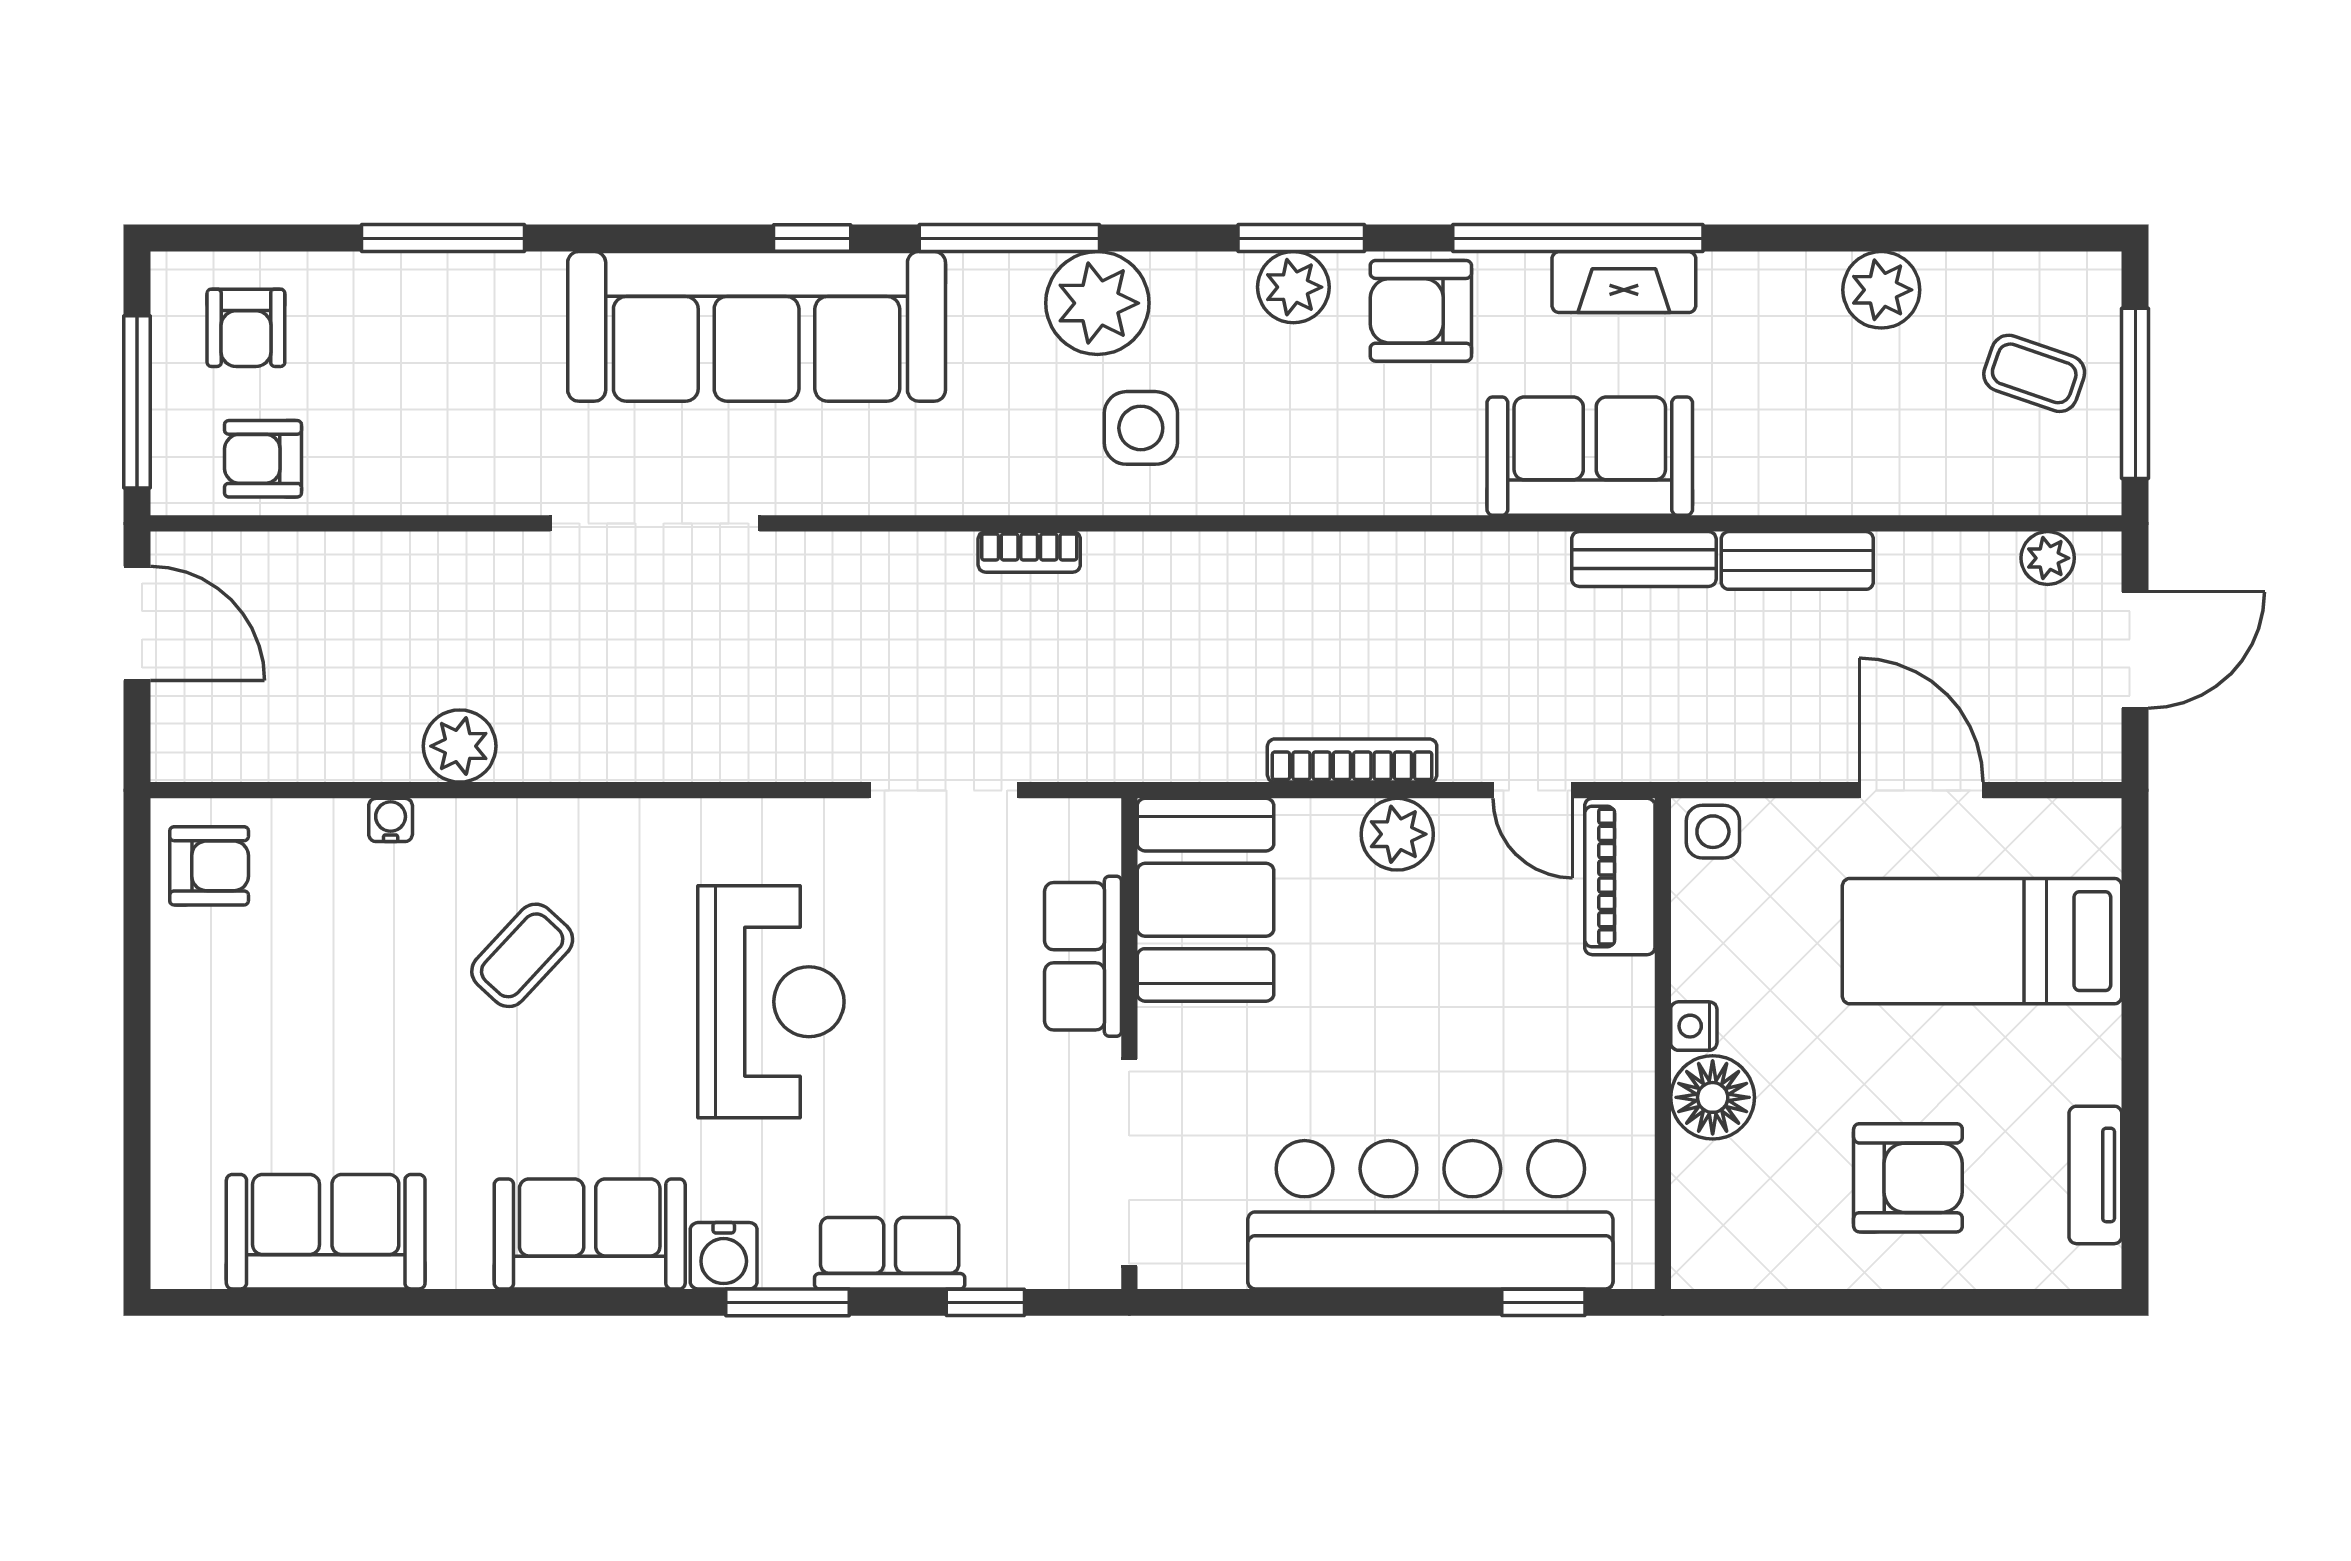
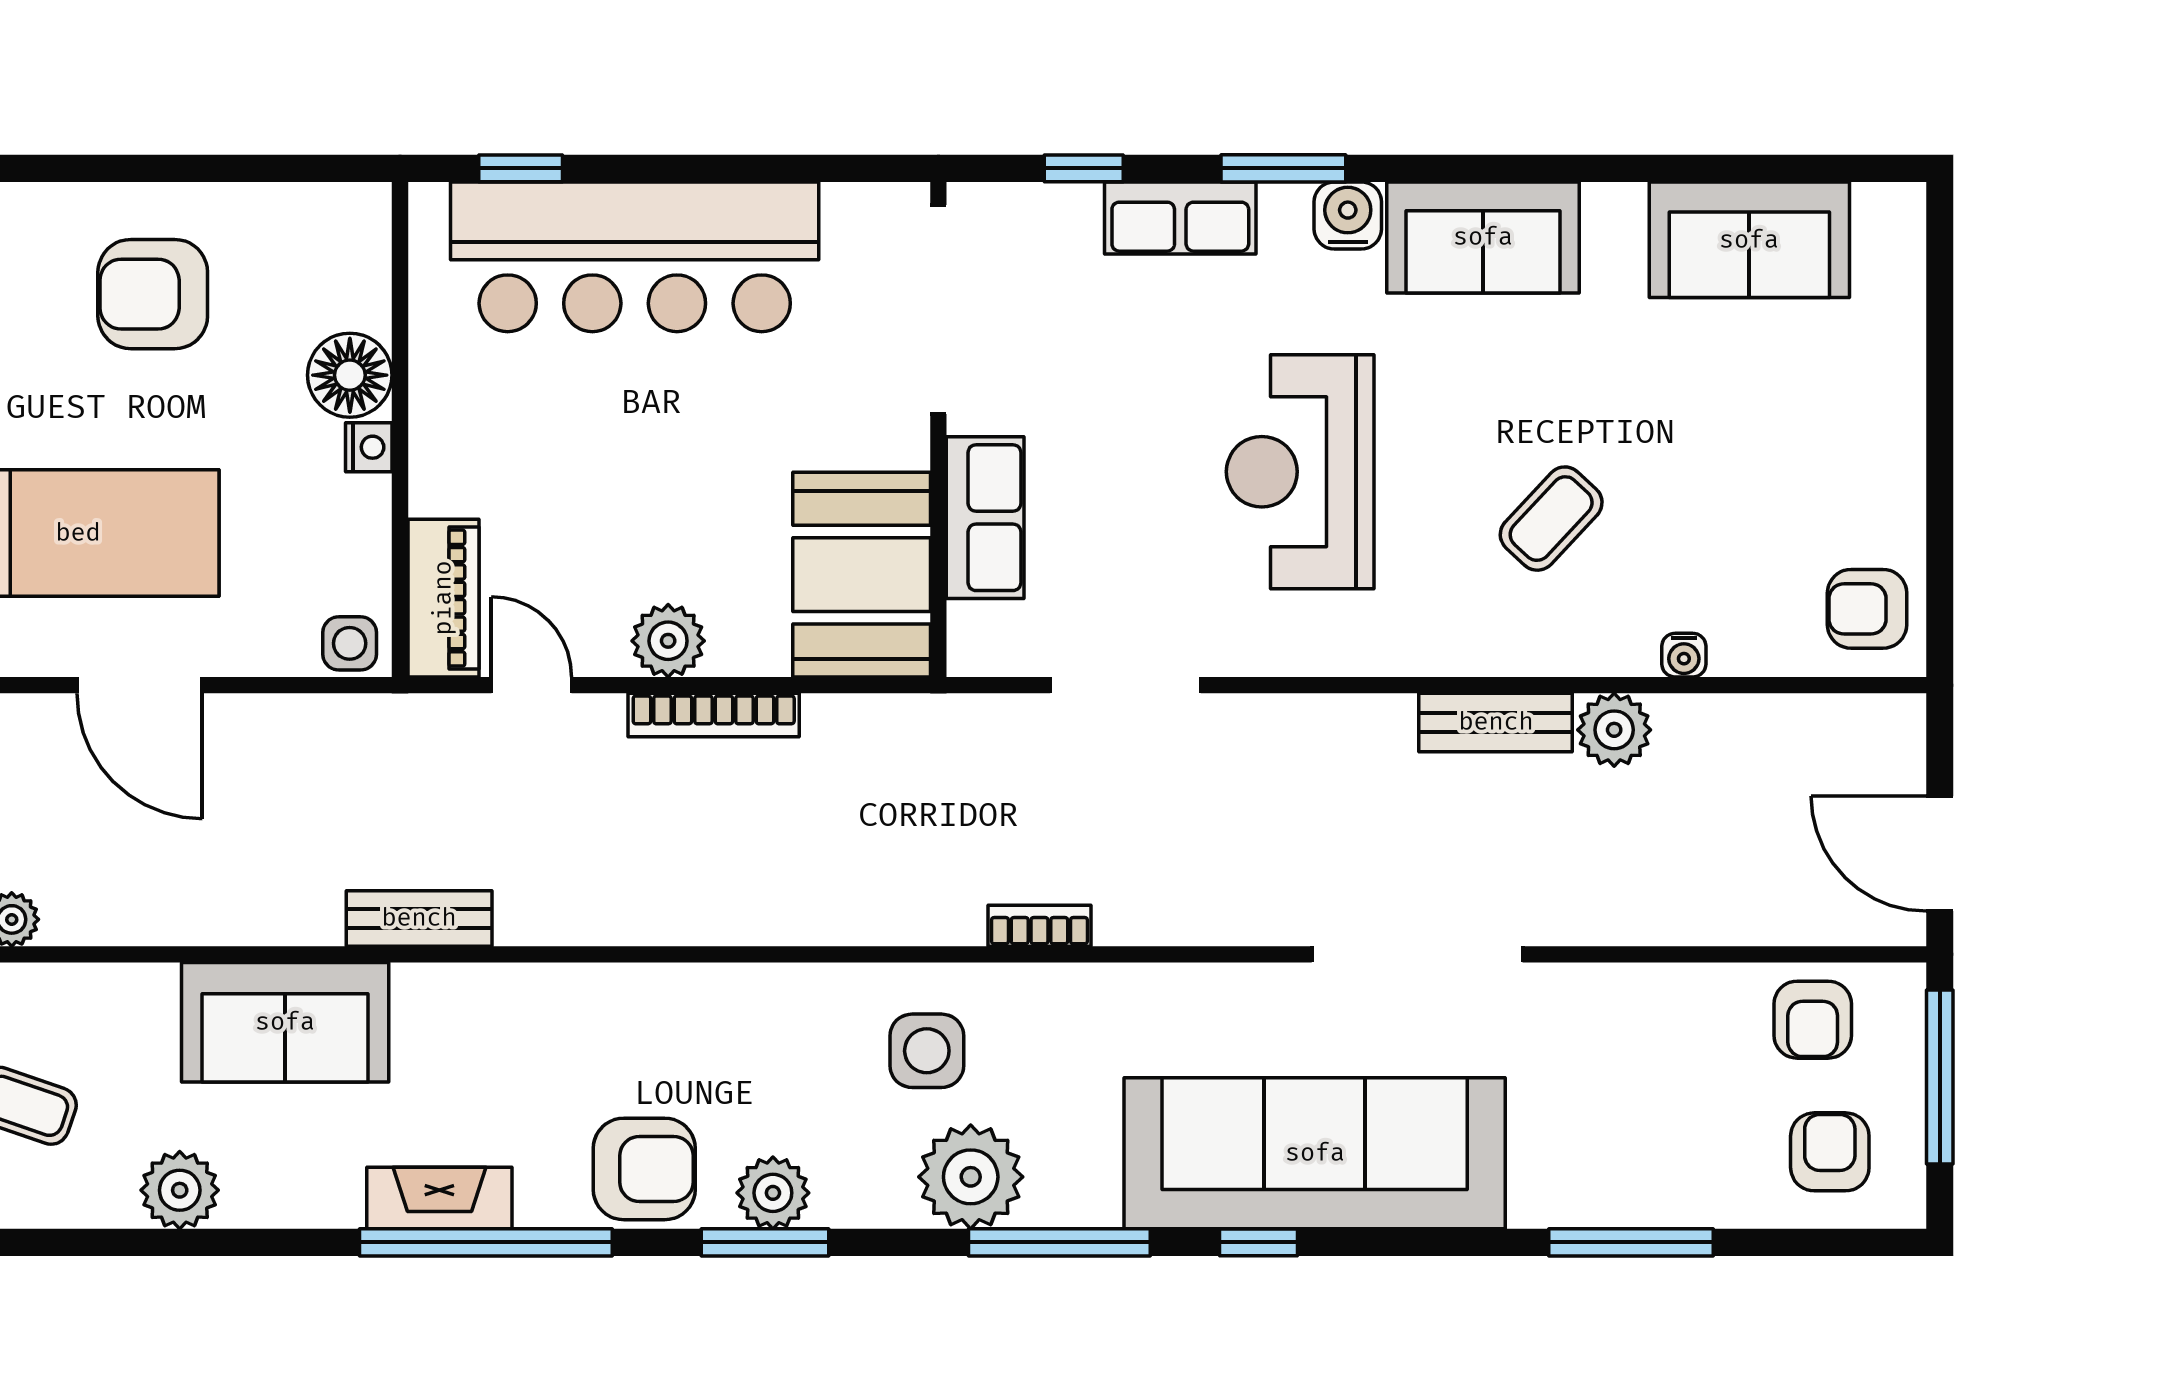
sofa: (1590, 456) -> (285, 1022), moved
armchair: (263, 459) -> (1813, 1020), turned 90
bench: (1797, 560) -> (1496, 722), moved

